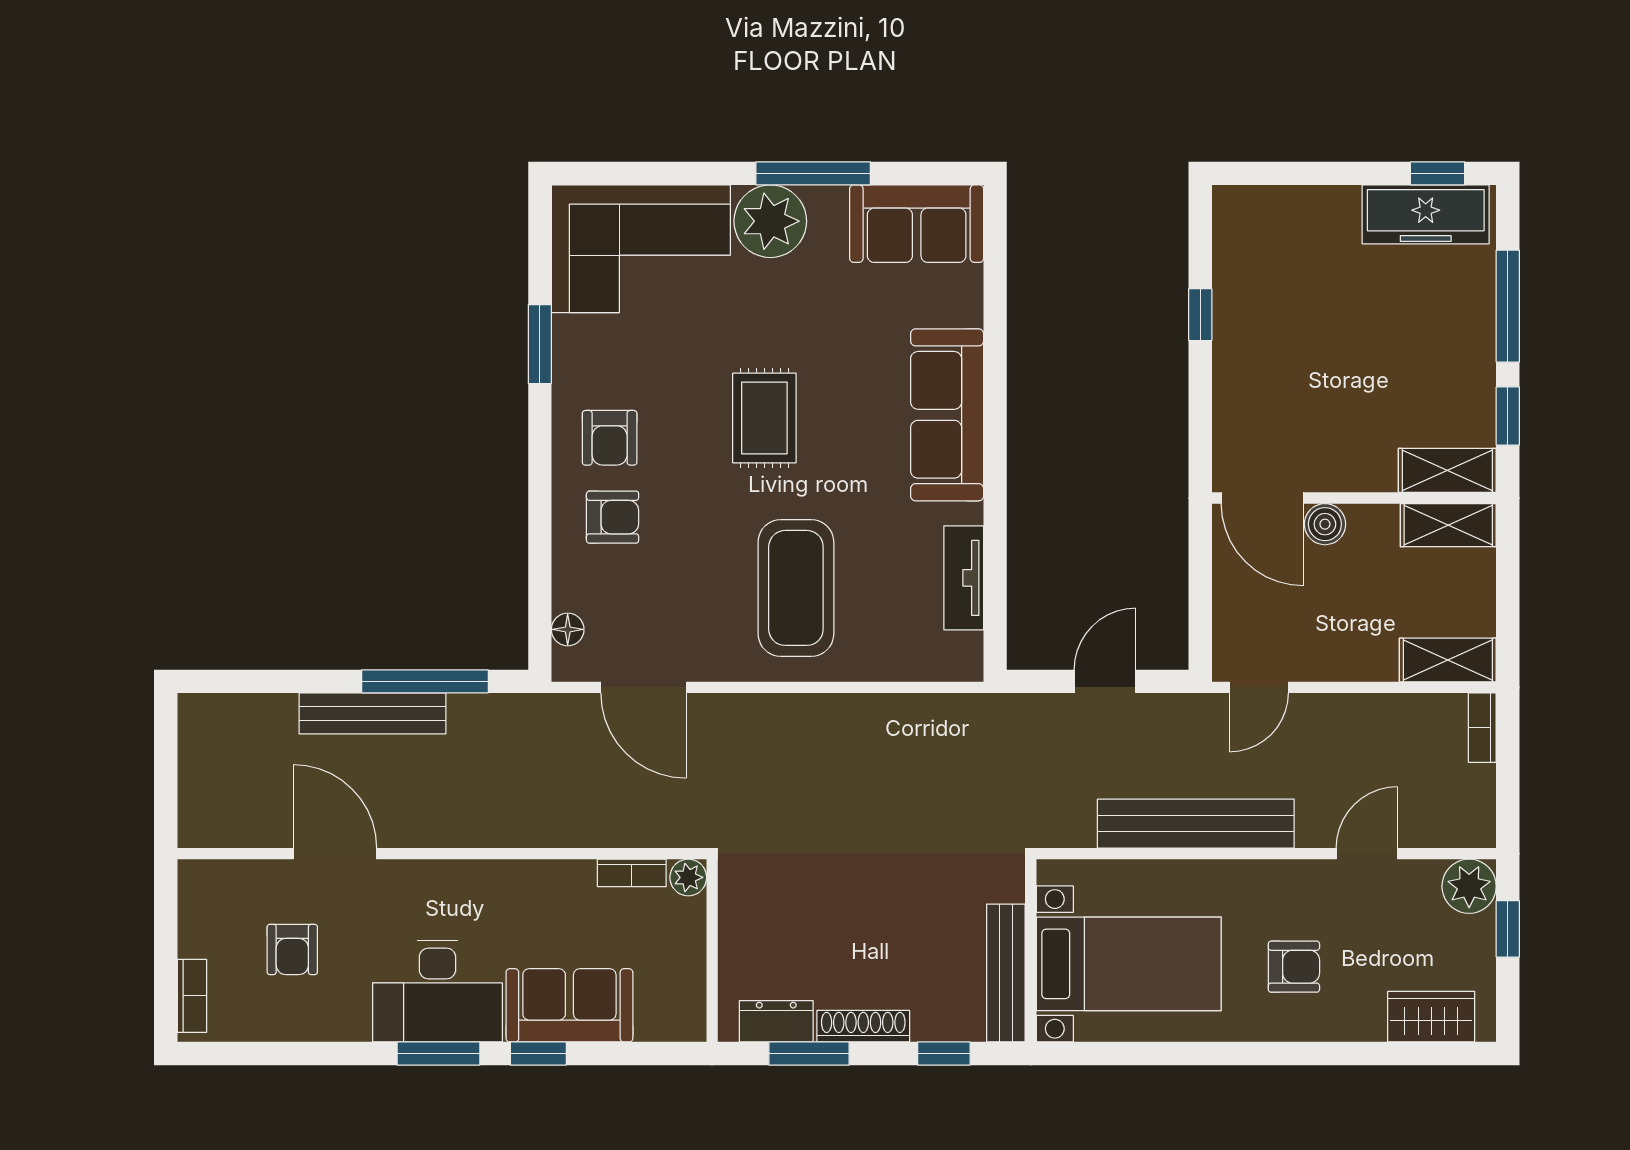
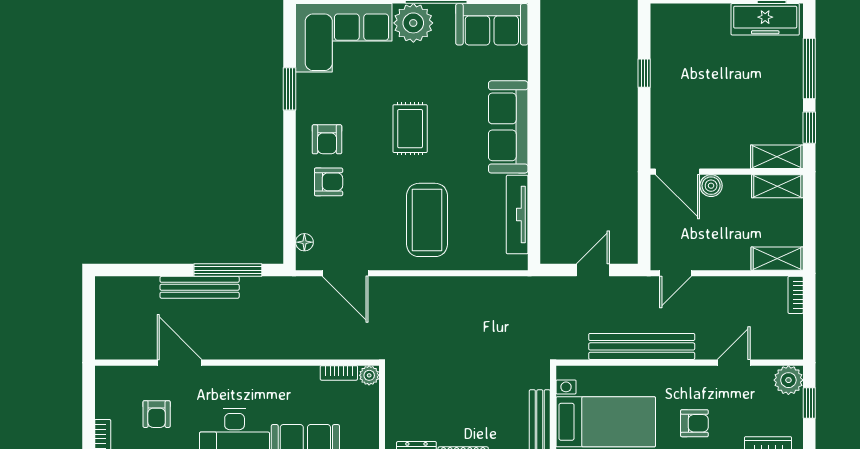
tv unit: (964, 578) -> (517, 215), width x1.41

